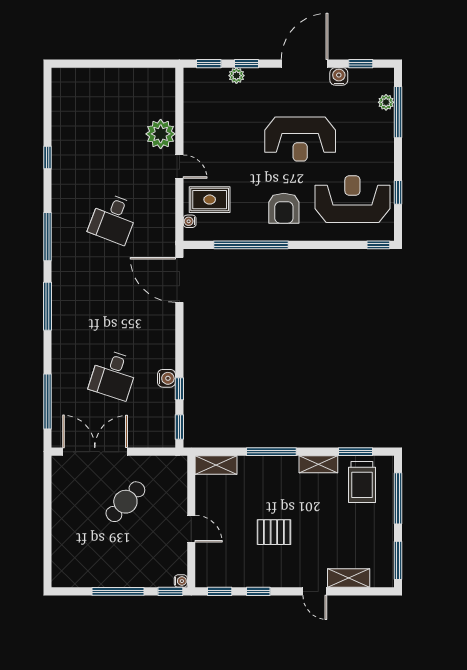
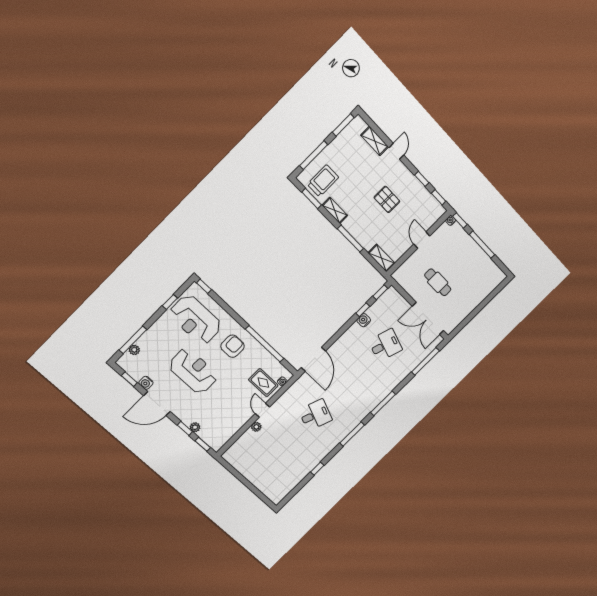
plant: (161, 134) -> (256, 427), width x0.53, depth x0.53
cafe table: (125, 502) -> (438, 282), turned 47

